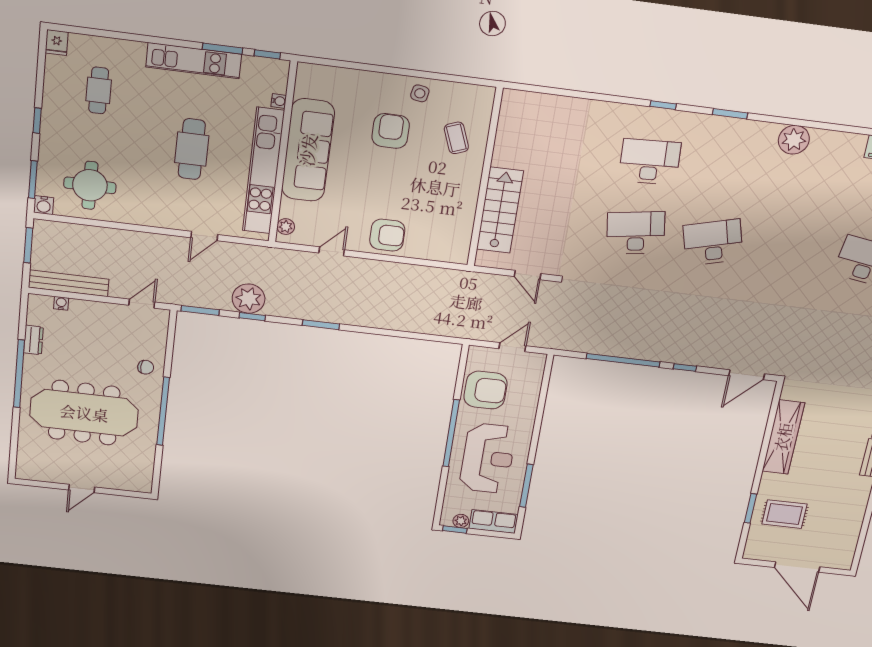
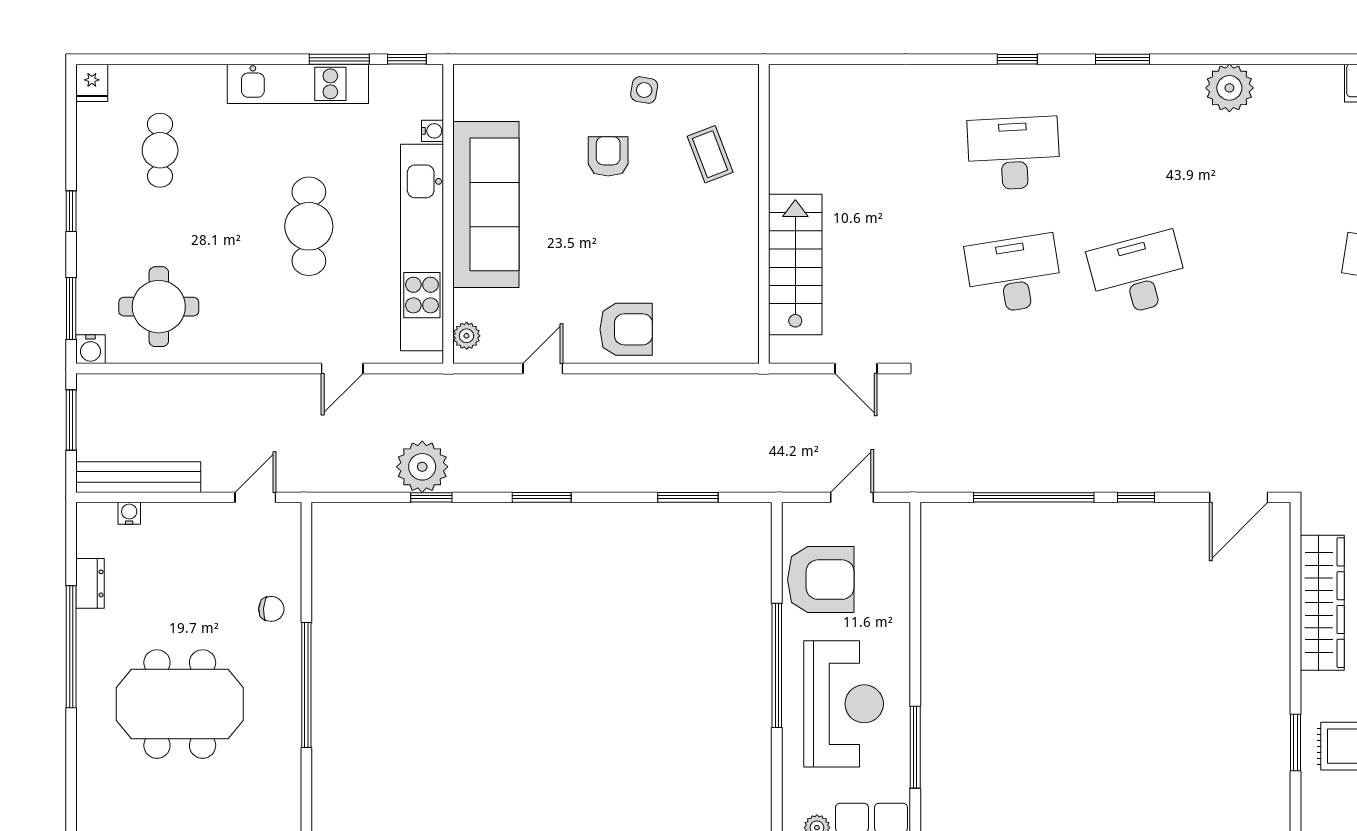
armchair: (391, 131) -> (608, 156), width x0.72, depth x0.72
window: (200, 310) -> (688, 497), moved
meeting table: (84, 413) -> (180, 704), width x0.73

